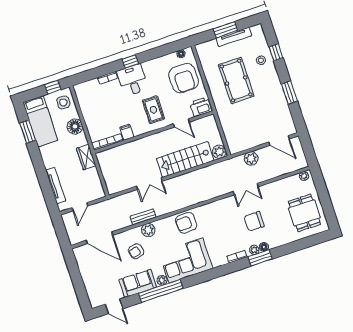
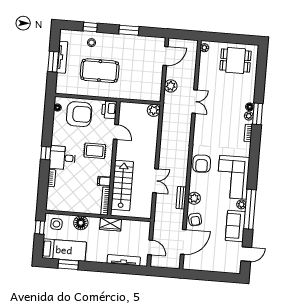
door: (181, 123) -> (116, 132), hinge flipped
stairs: (185, 159) -> (122, 185), moved, turned 180
chair: (254, 221) -> (225, 106), removed
armchair: (136, 251) -> (195, 219), moved

